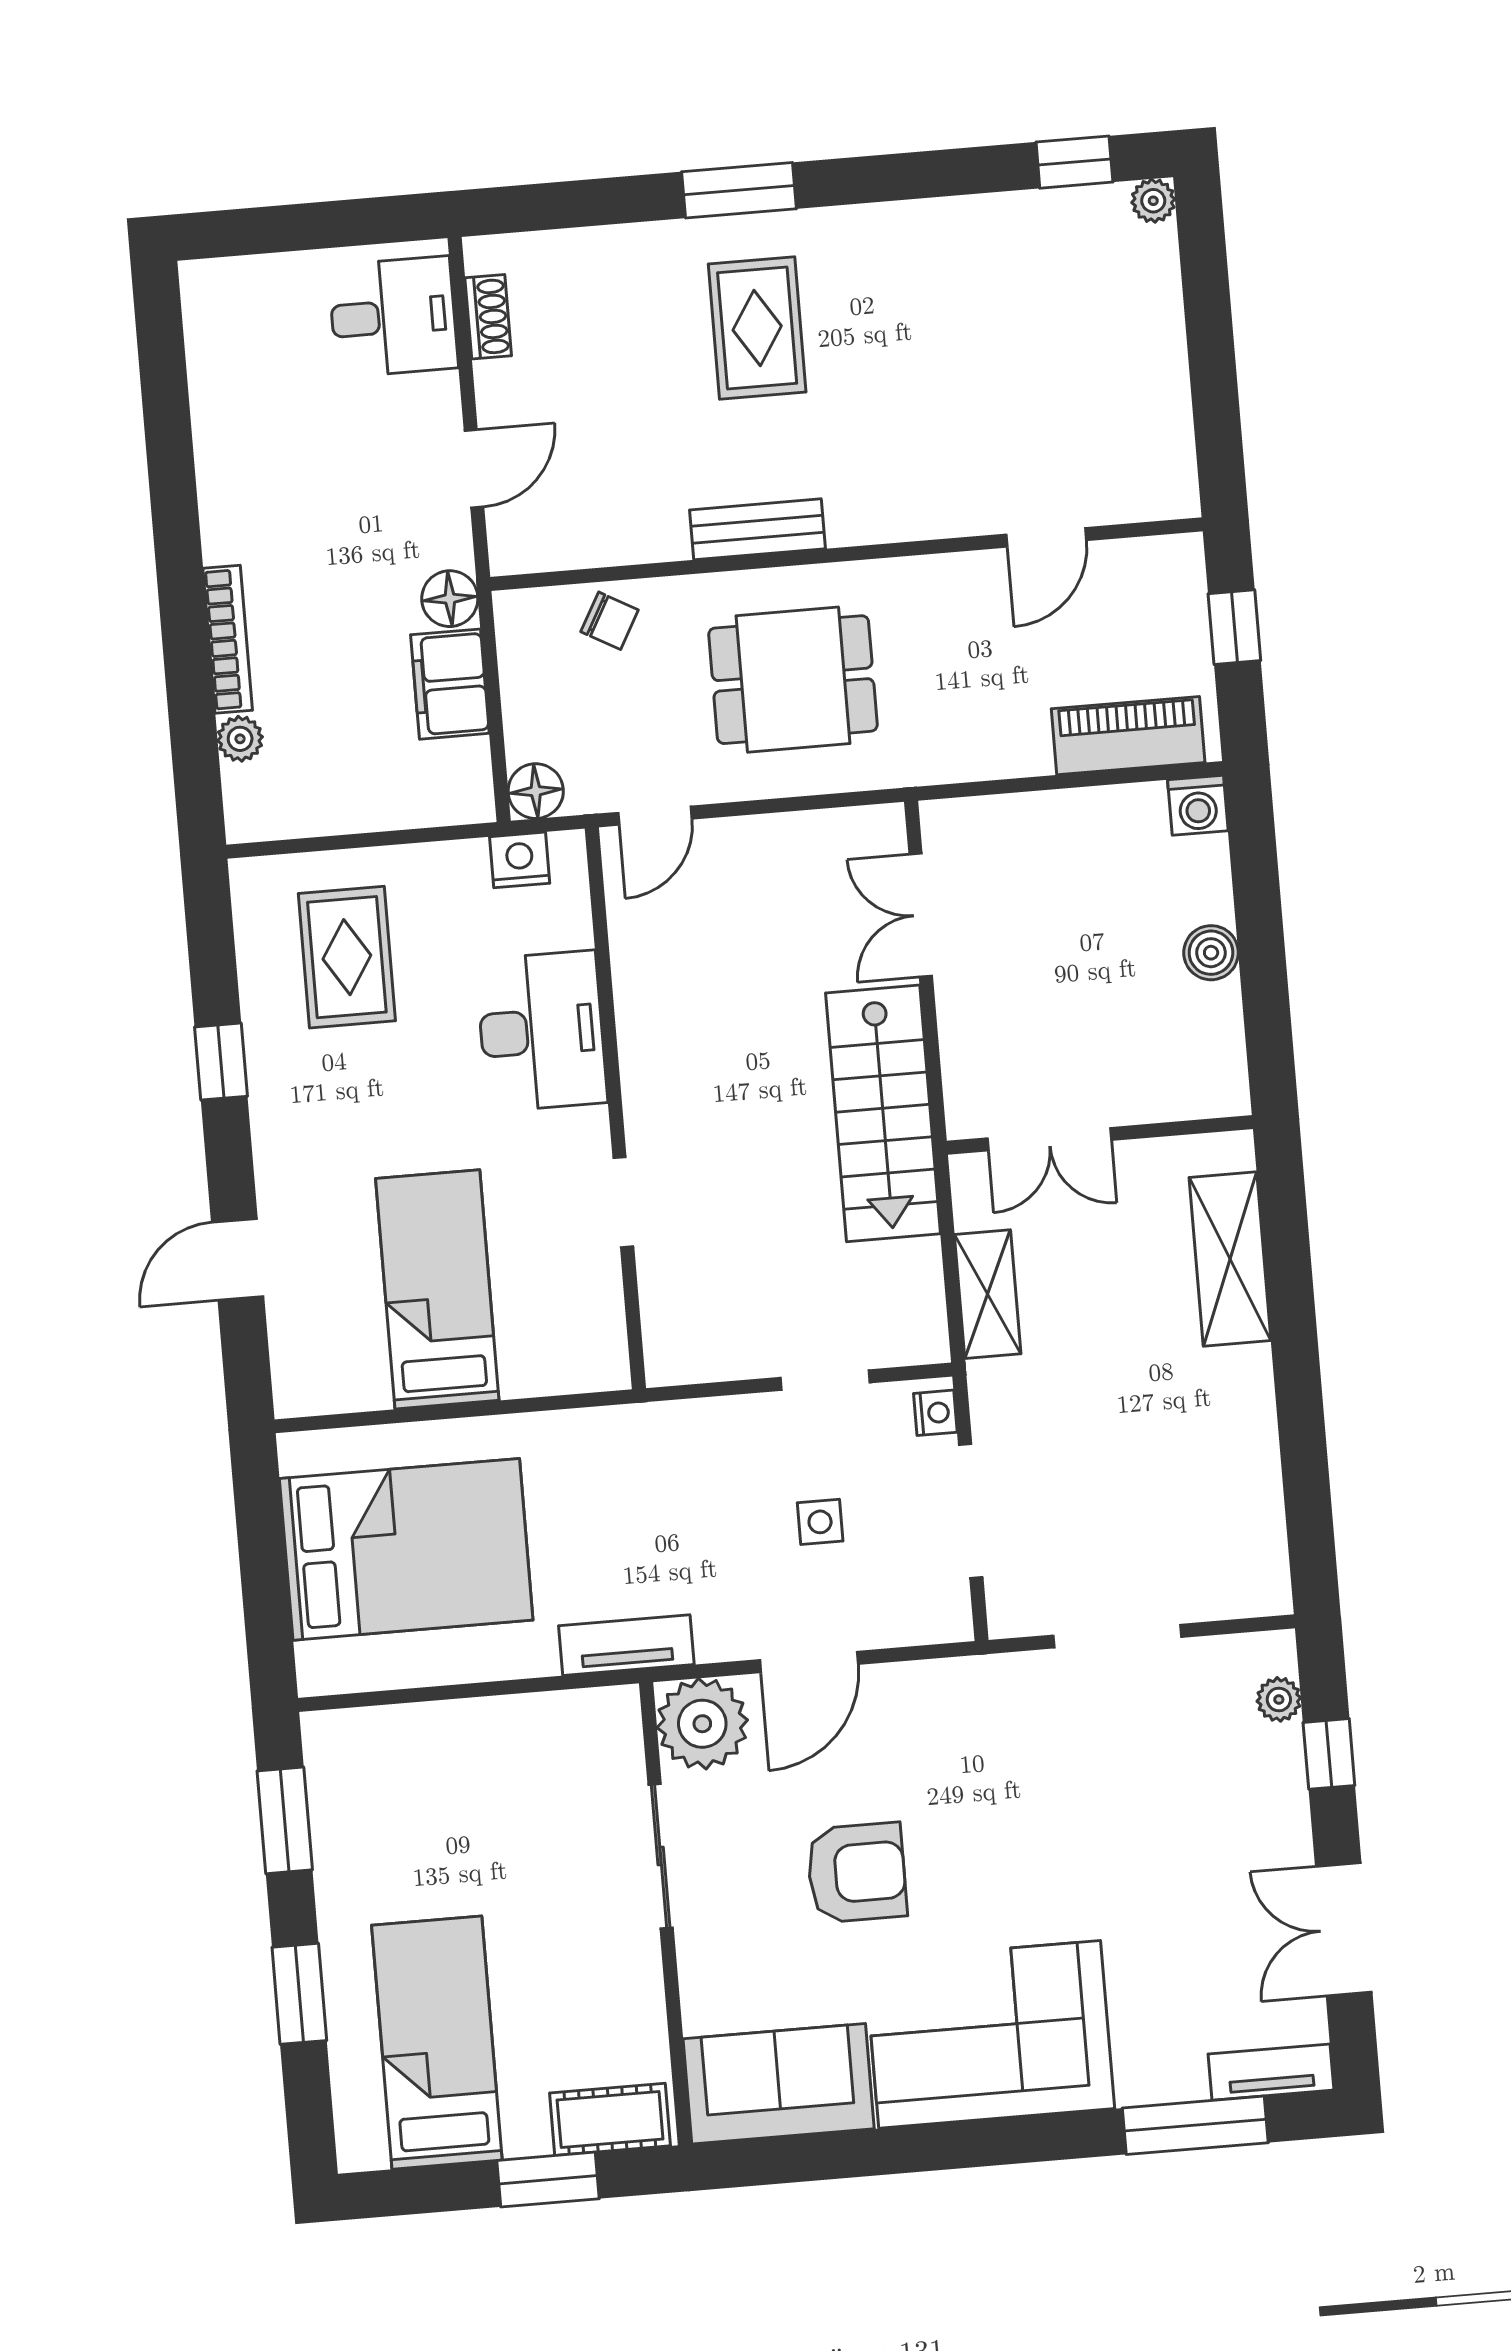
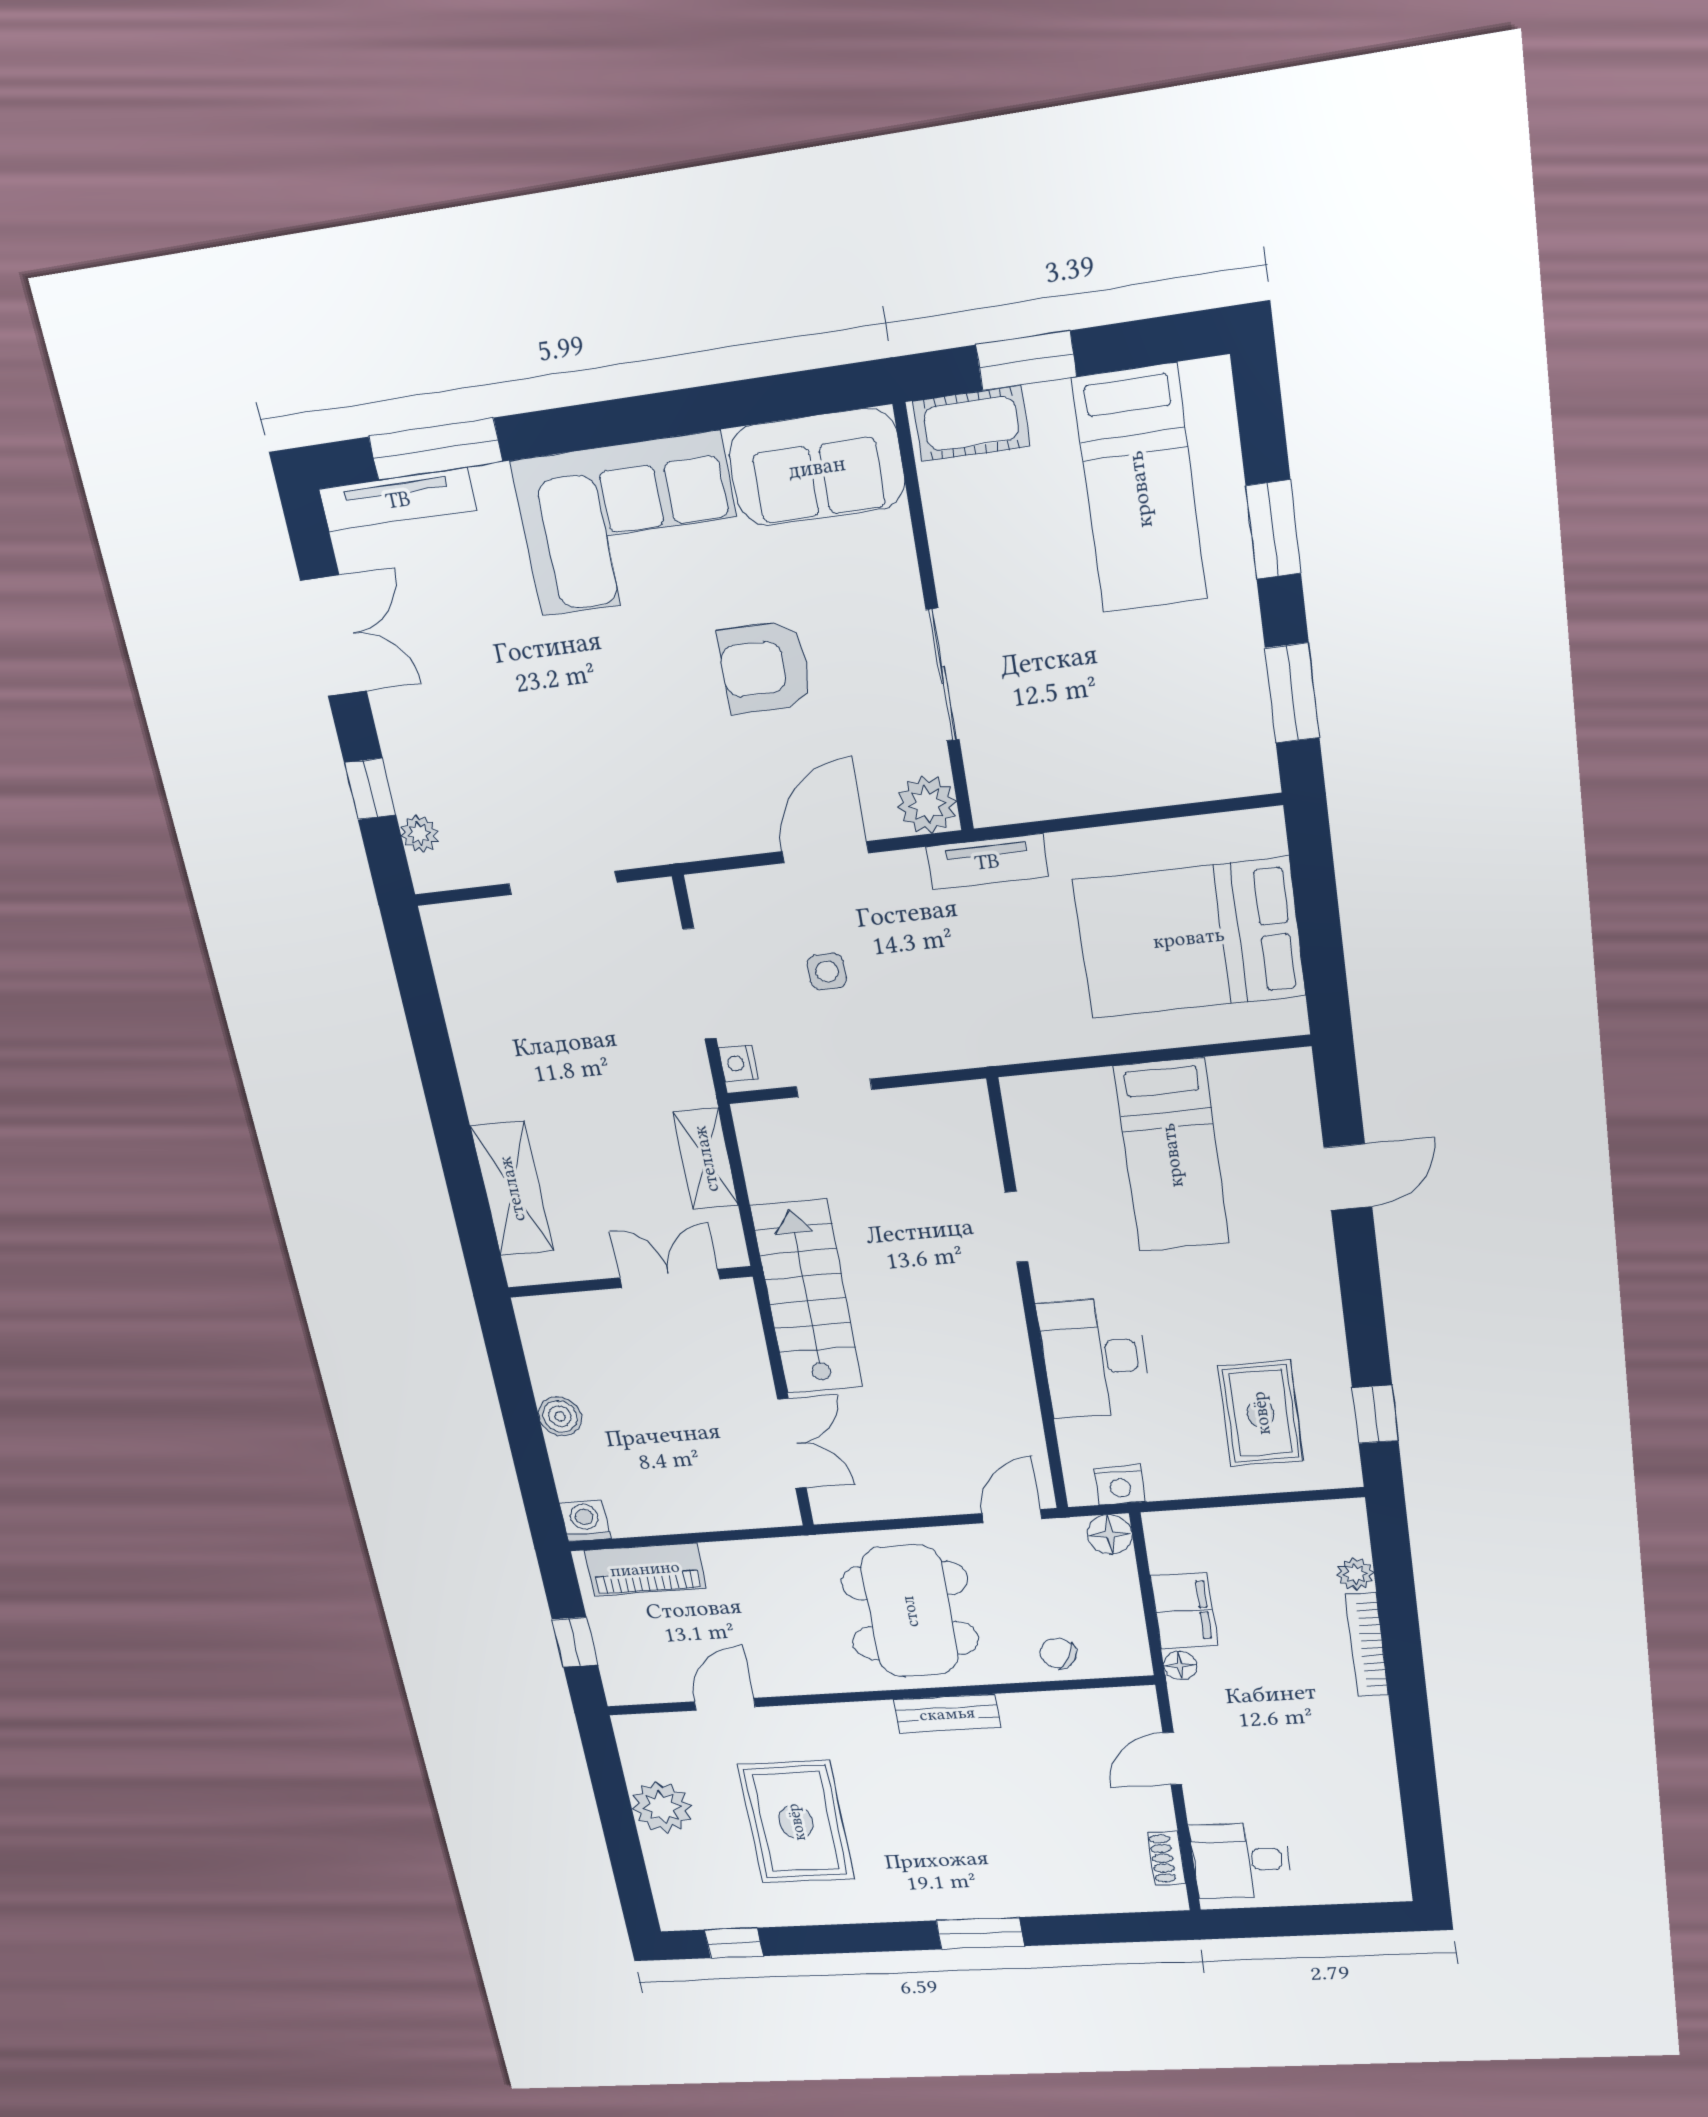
plant: (1153, 201) -> (662, 1807), moved, width x1.87, depth x1.87
rug: (757, 328) -> (796, 1822), moved, width x1.36, depth x1.43
floor lamp: (450, 599) -> (1180, 1666), width x0.73, depth x0.73
dining table: (793, 680) -> (910, 1611), width x1.38
window: (221, 1062) -> (1375, 1414), moved
plant: (702, 1724) -> (927, 804), width x0.73, depth x0.73
tv unit: (1271, 2072) -> (398, 500), width x1.41

